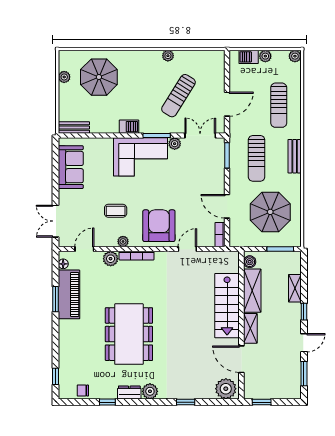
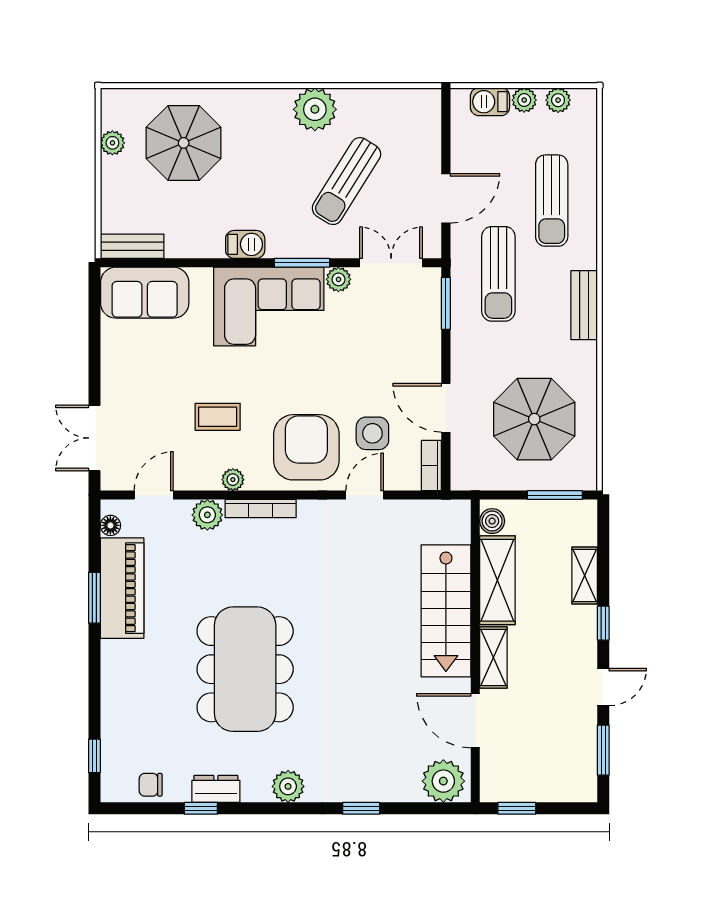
plant: (168, 56) -> (315, 109), width x1.87, depth x1.87
plant: (295, 56) -> (558, 100), moved
sun lounger: (257, 158) -> (498, 274), moved
sofa: (71, 167) -> (145, 293), moved, turned 90
side table: (191, 219) -> (372, 433), added
dresser: (129, 393) -> (216, 789), moved

